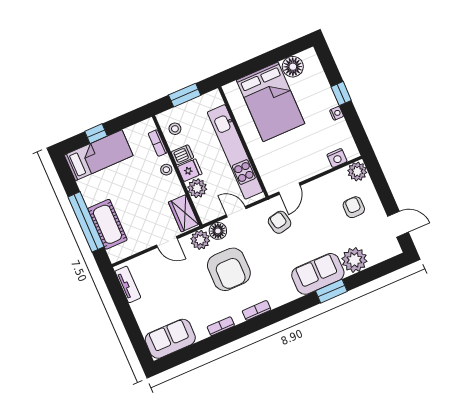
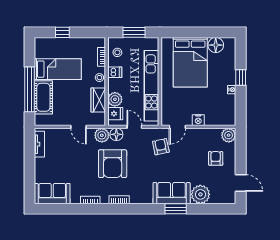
bed: (99, 155) -> (58, 69), moved
nightstand: (337, 158) -> (198, 120), moved
fridge: (190, 170) -> (115, 114), moved
wardrobe: (183, 213) -> (98, 100), moved

